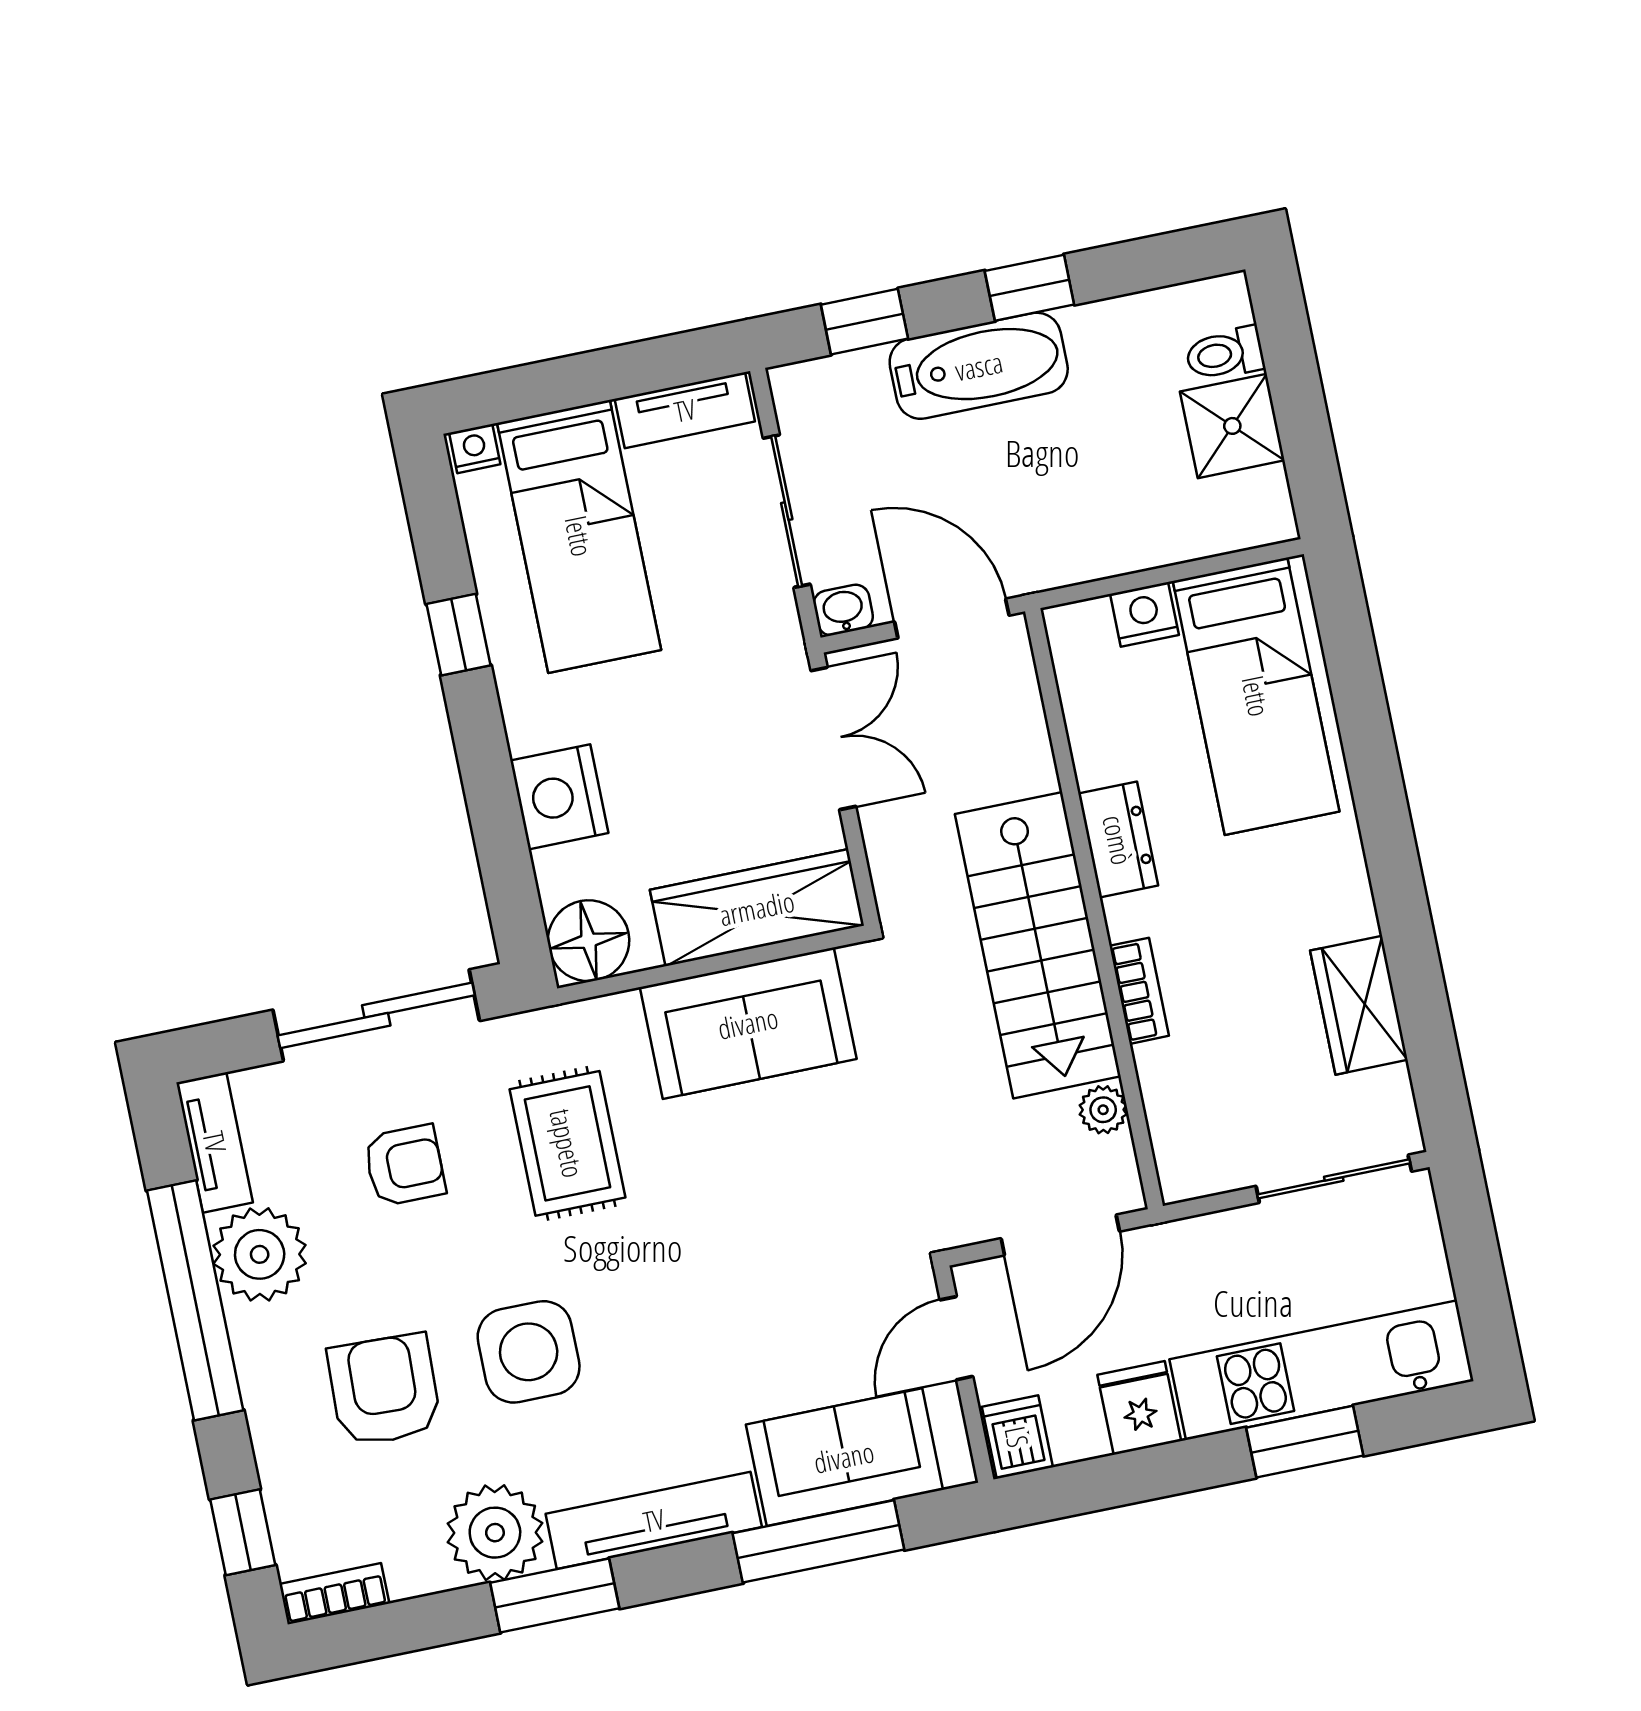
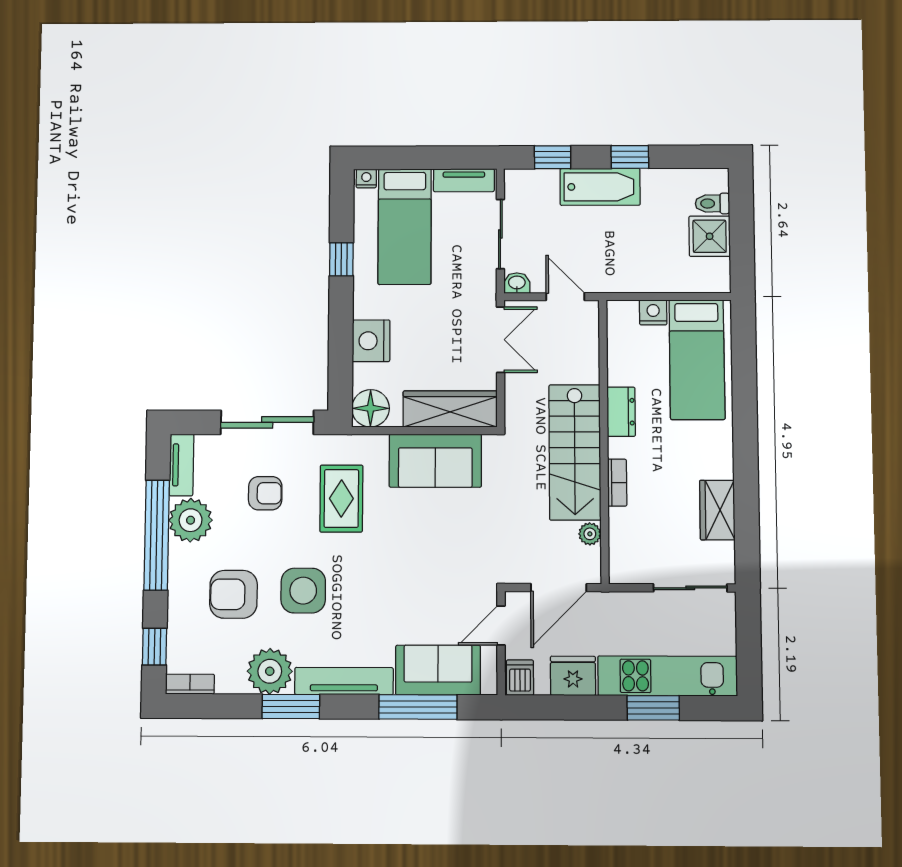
door: (952, 619) -> (565, 297), width x0.73
armchair: (384, 1390) -> (233, 594), turned -92
fridge: (1139, 1408) -> (573, 676), width x1.38

